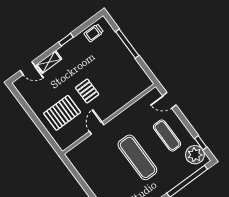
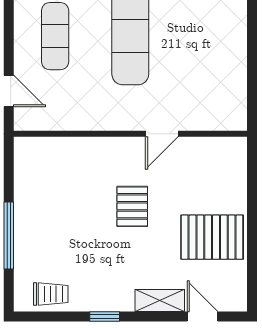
pallet: (62, 113) -> (212, 237), moved

